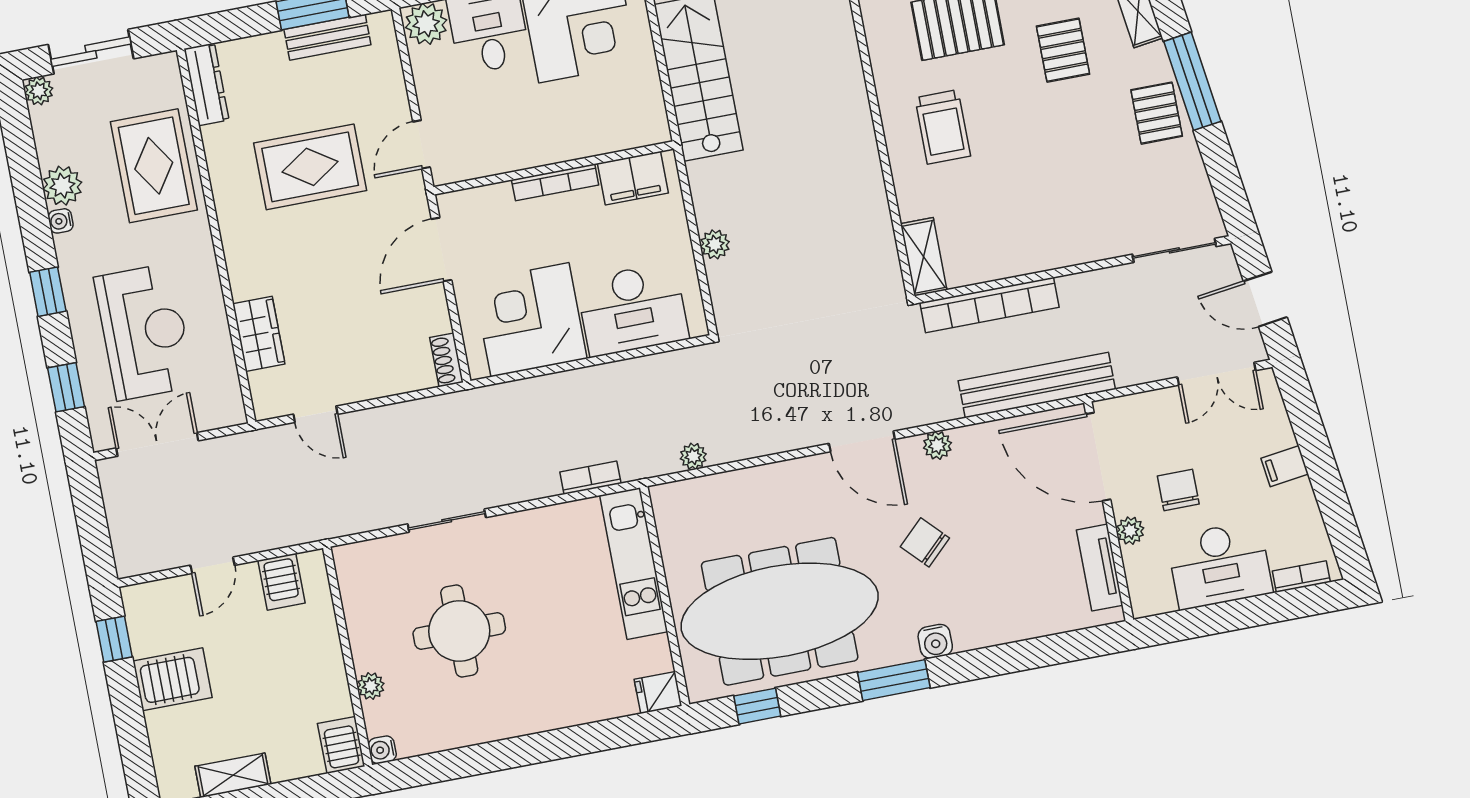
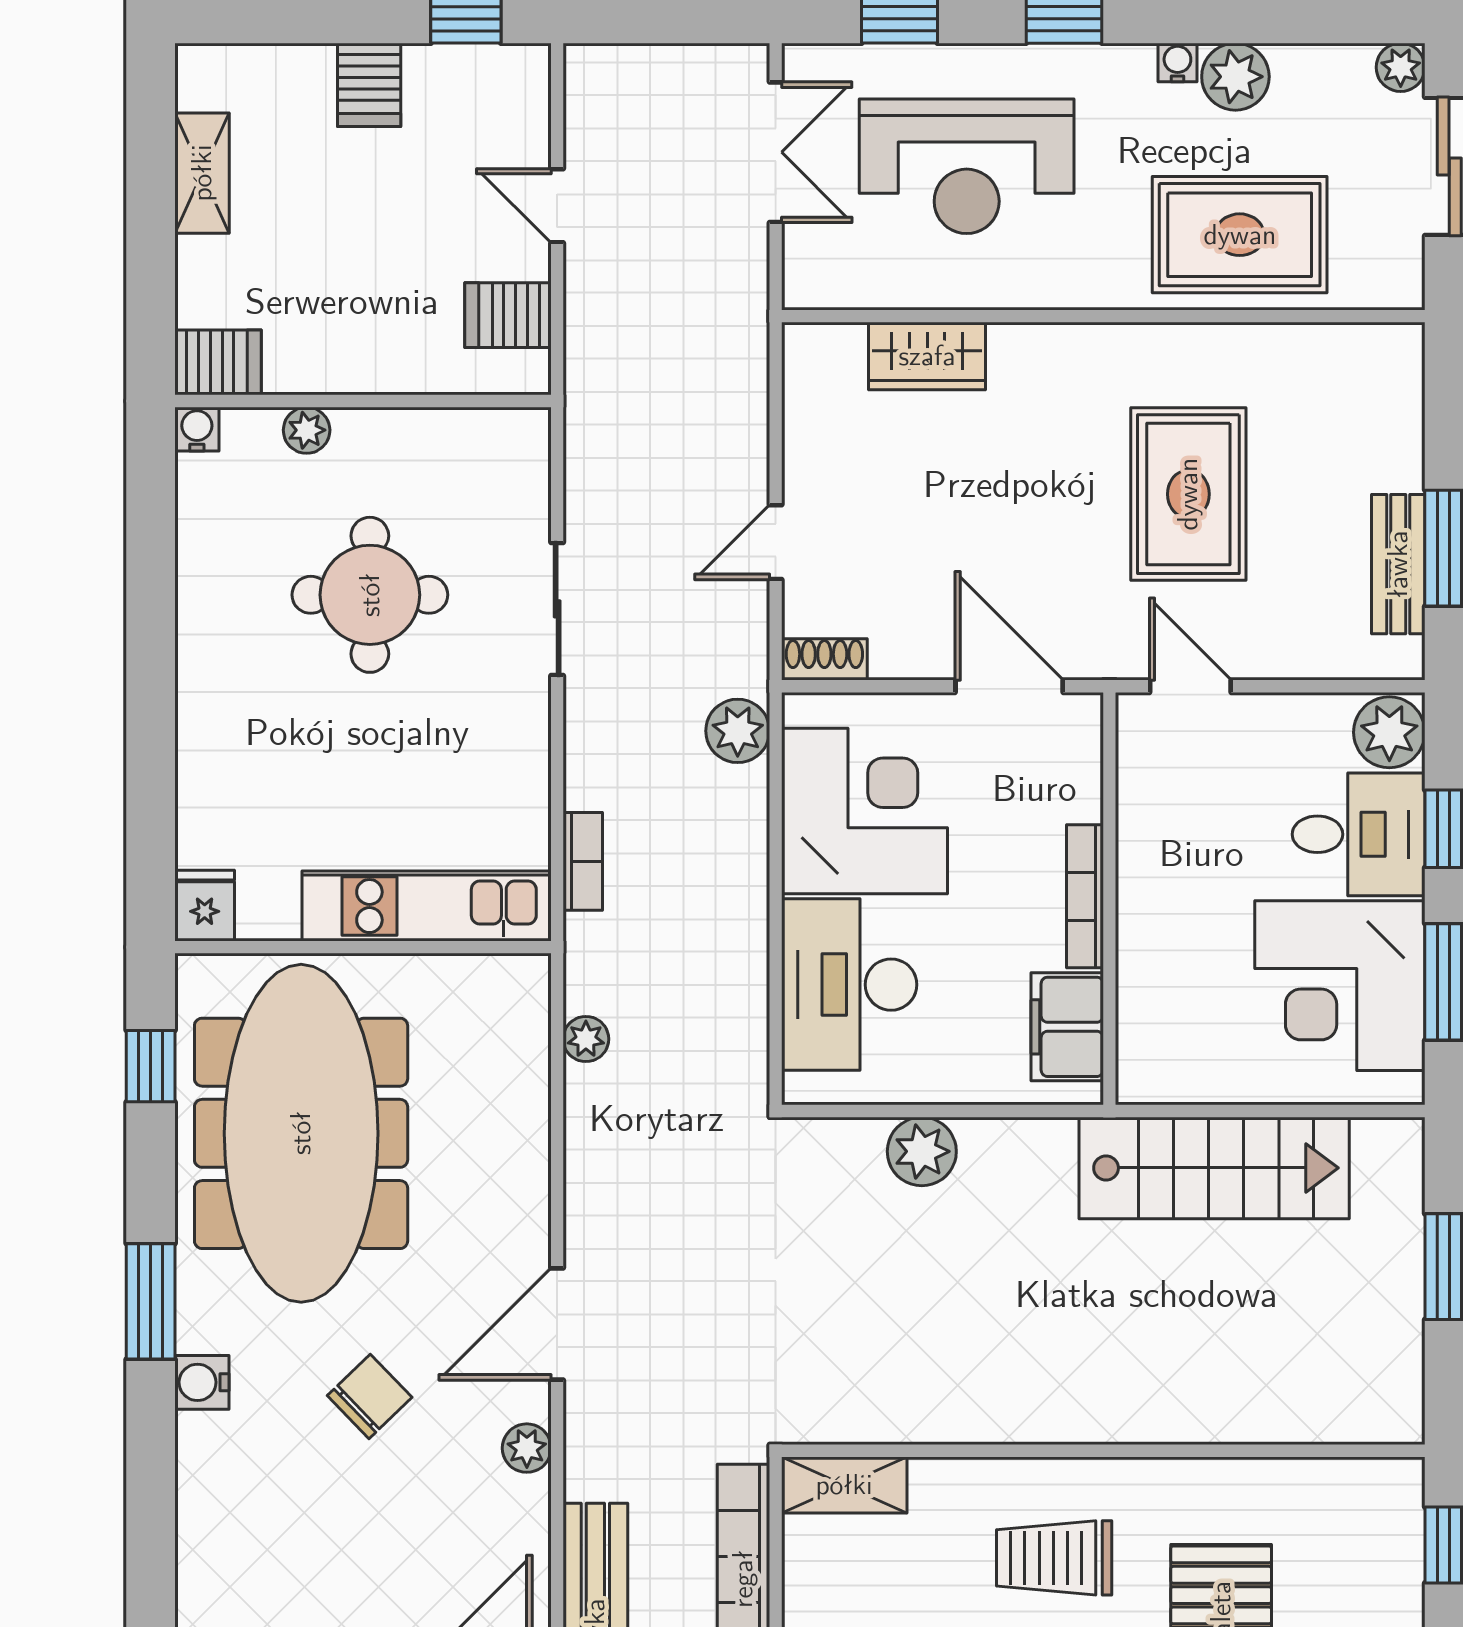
dresser: (207, 84) -> (1358, 348), removed
plant: (715, 244) -> (922, 1151), width x1.38, depth x1.38
plant: (498, 402) -> (738, 731), added
door: (315, 414) -> (776, 542), moved
server rack: (173, 679) -> (369, 85), width x0.73, depth x0.70

